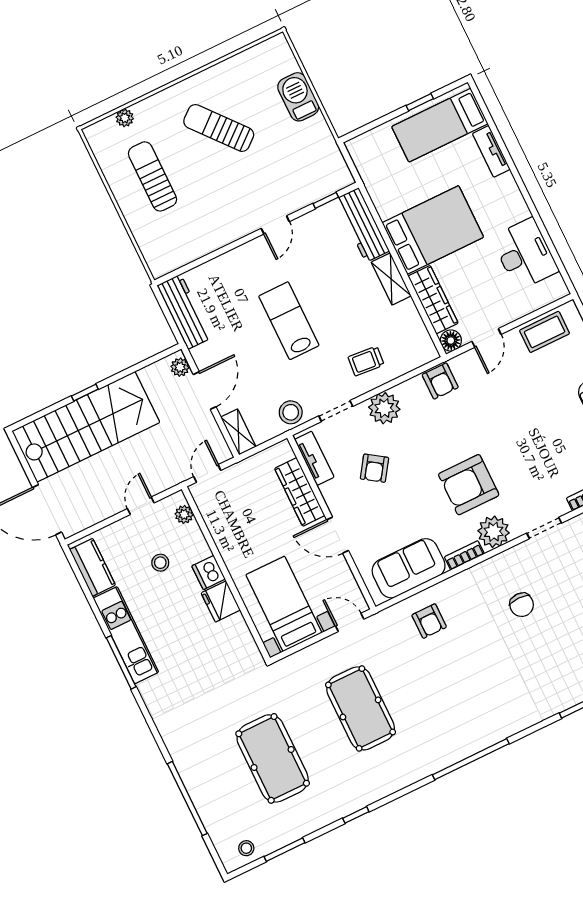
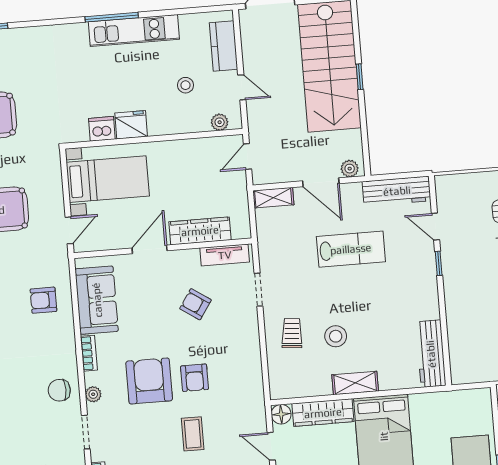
window: (326, 200) -> (439, 263), moved
door: (275, 225) -> (436, 227), moved
workbench: (362, 225) -> (431, 354), moved, turned -90
lab bench: (289, 321) -> (351, 249), moved
armchair: (440, 381) -> (195, 378), moved, turned -90
plant: (384, 408) -> (245, 333), removed
stool: (291, 412) -> (336, 336), moved
coffee table: (505, 421) -> (193, 434), added
door: (207, 473) -> (247, 156), swing flipped
plant: (494, 532) -> (93, 394), width x0.53, depth x0.53
kitchen counter: (92, 567) -> (224, 46), moved, turned 90
dishwasher: (209, 572) -> (102, 129), moved
chair: (522, 605) -> (59, 390), moved

